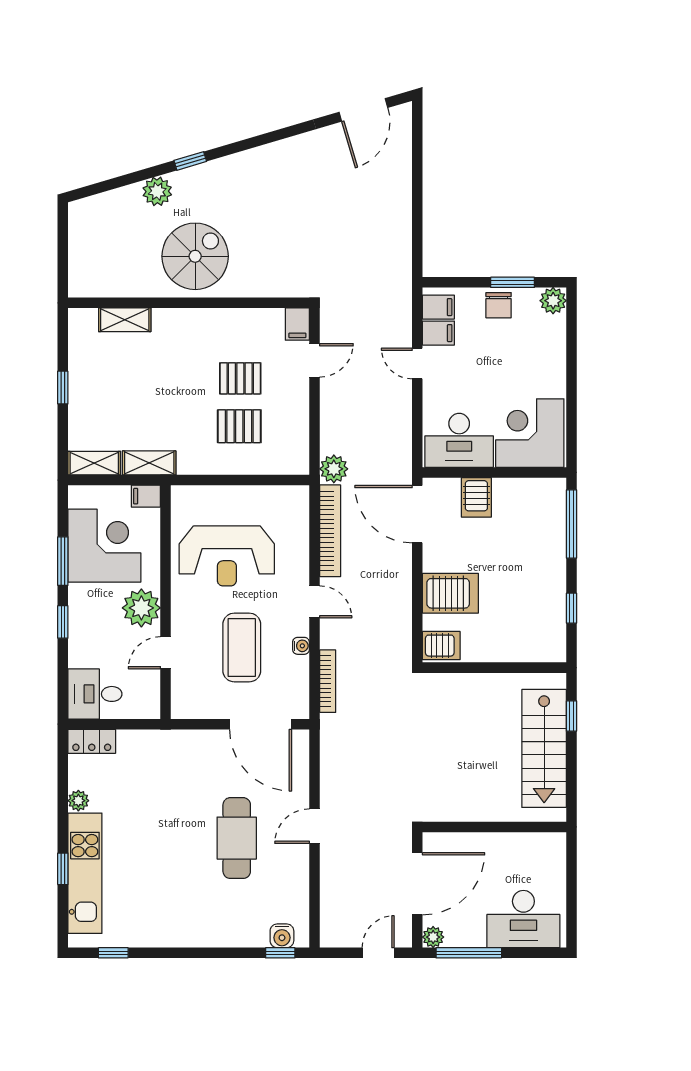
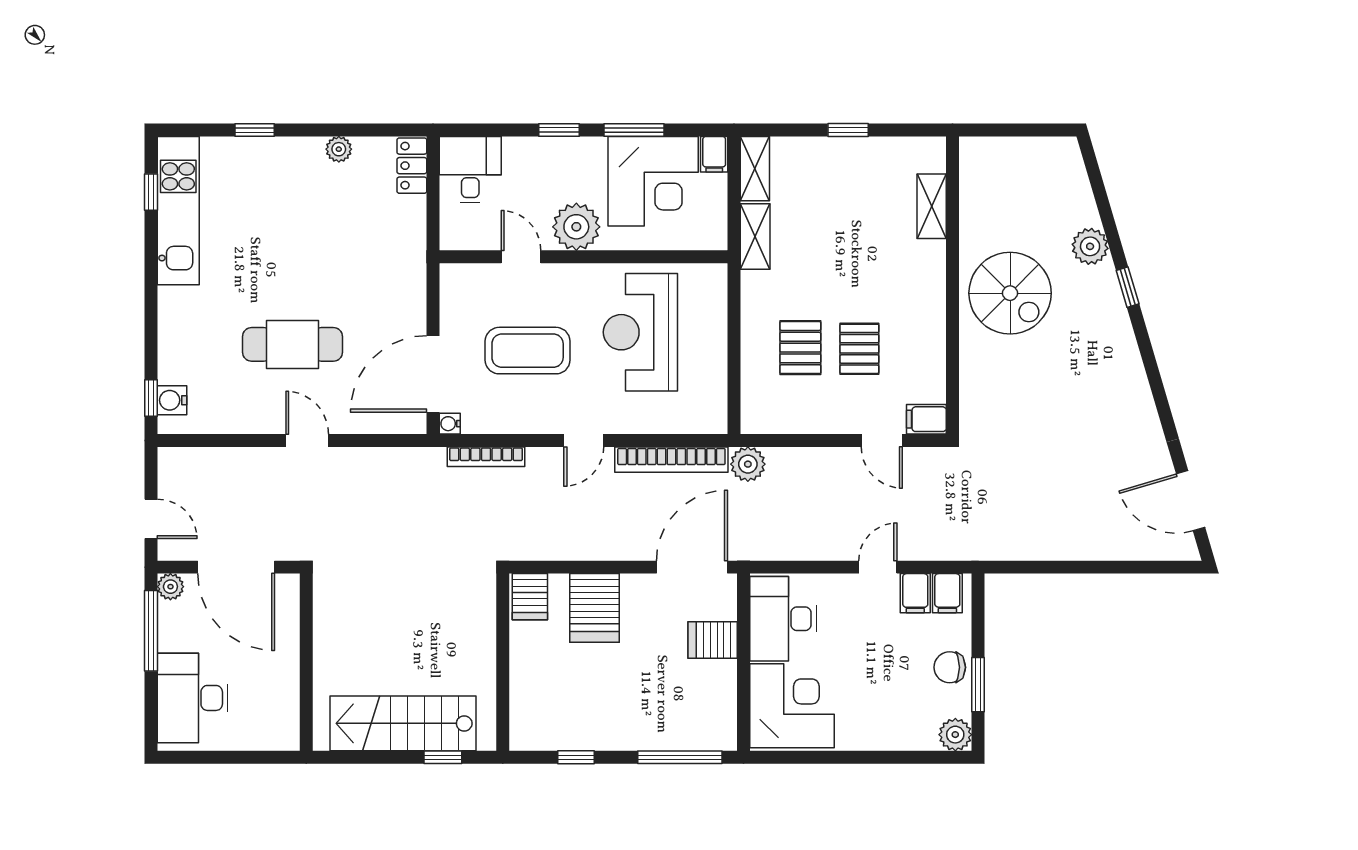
filing cabinet: (146, 496) -> (714, 154), moved, turned 180
water cooler: (301, 646) -> (450, 424), moved, turned 90
kitchen unit: (85, 873) -> (178, 211), moved, turned -90

